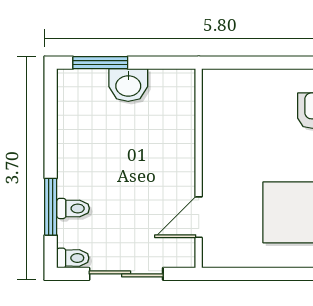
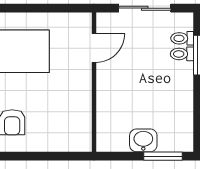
toilet: (73, 258) -> (182, 38), moved

